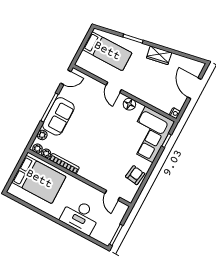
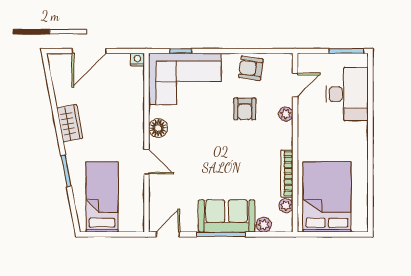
door: (66, 77) -> (168, 234), hinge flipped
door: (114, 87) -> (146, 162), hinge flipped
plant: (37, 149) -> (286, 114), moved
armchair: (114, 159) -> (245, 109), added
desk: (80, 216) -> (347, 94), moved

